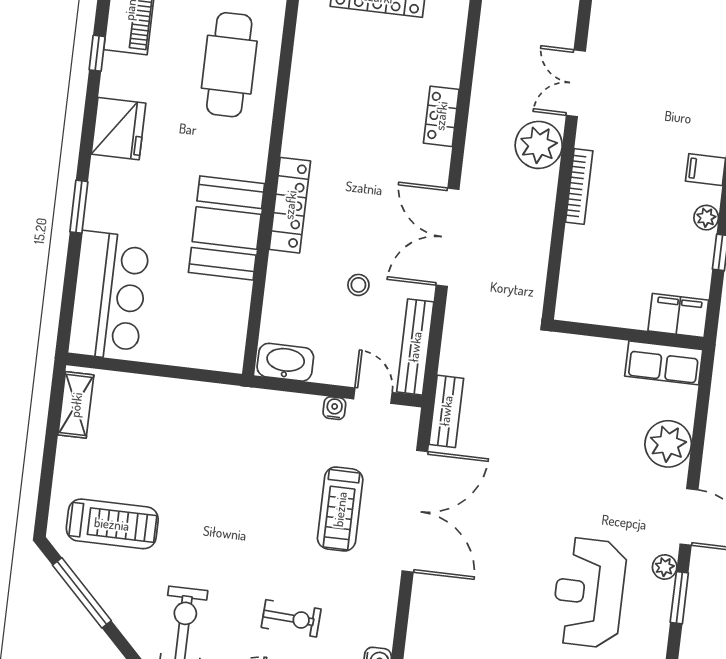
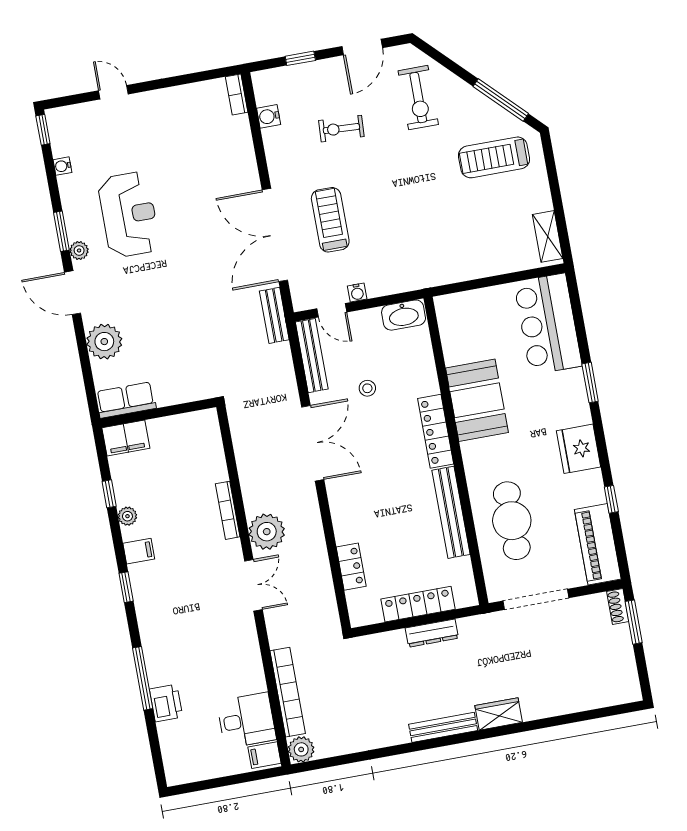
bench: (302, 98) -> (451, 512), added
locker: (441, 116) -> (351, 567), moved

